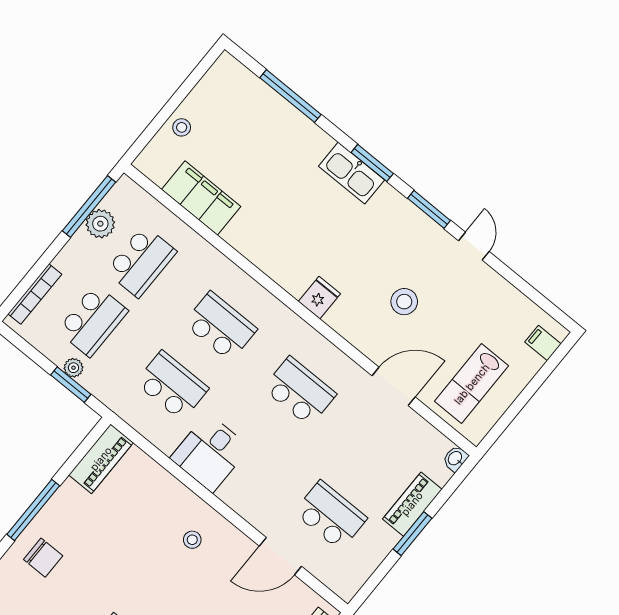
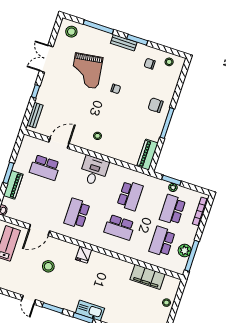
school desk: (172, 386) -> (130, 196), turned -90
school desk: (300, 391) -> (77, 213), turned 90
desk: (210, 453) -> (94, 171), moved

